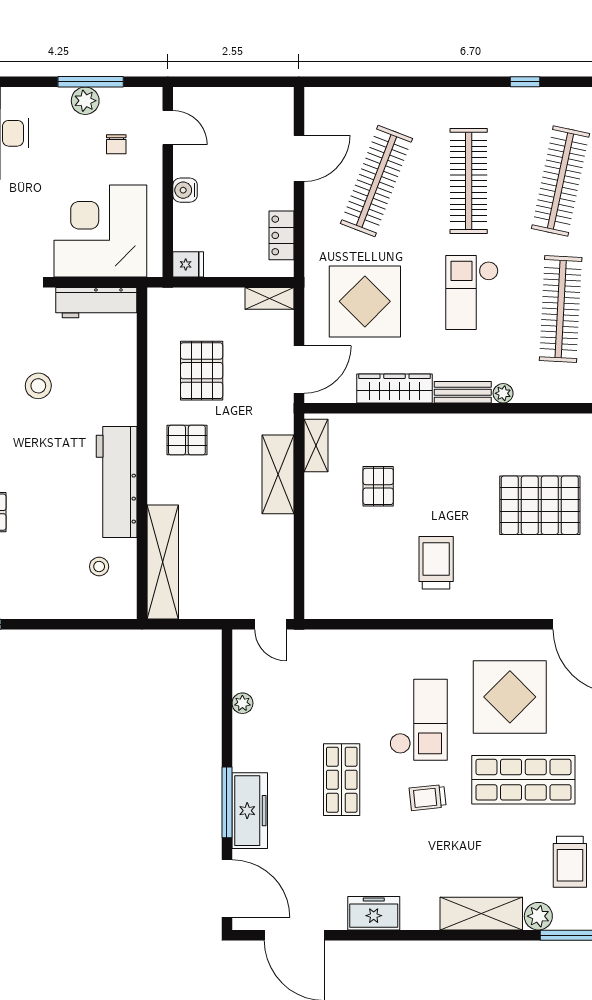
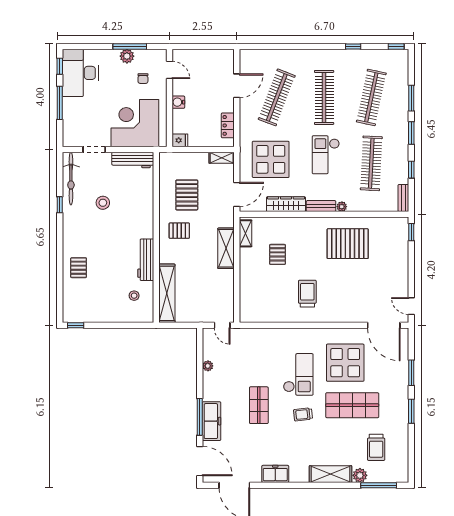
workbench: (117, 482) -> (146, 260), width x0.73, depth x0.76
pallet: (540, 505) -> (348, 244), moved

